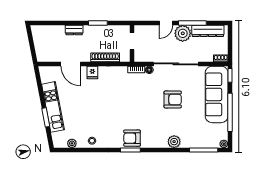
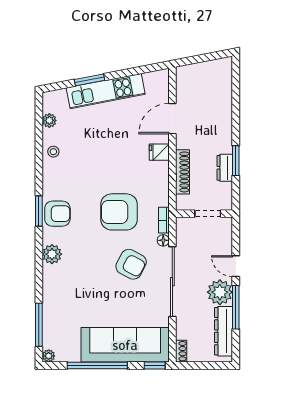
dresser: (74, 30) -> (225, 168), moved
armchair: (131, 98) -> (119, 212), added
armchair: (173, 99) -> (131, 264), moved, turned -62
armchair: (132, 138) -> (57, 214), turned 90
plant: (174, 142) -> (52, 254), moved

